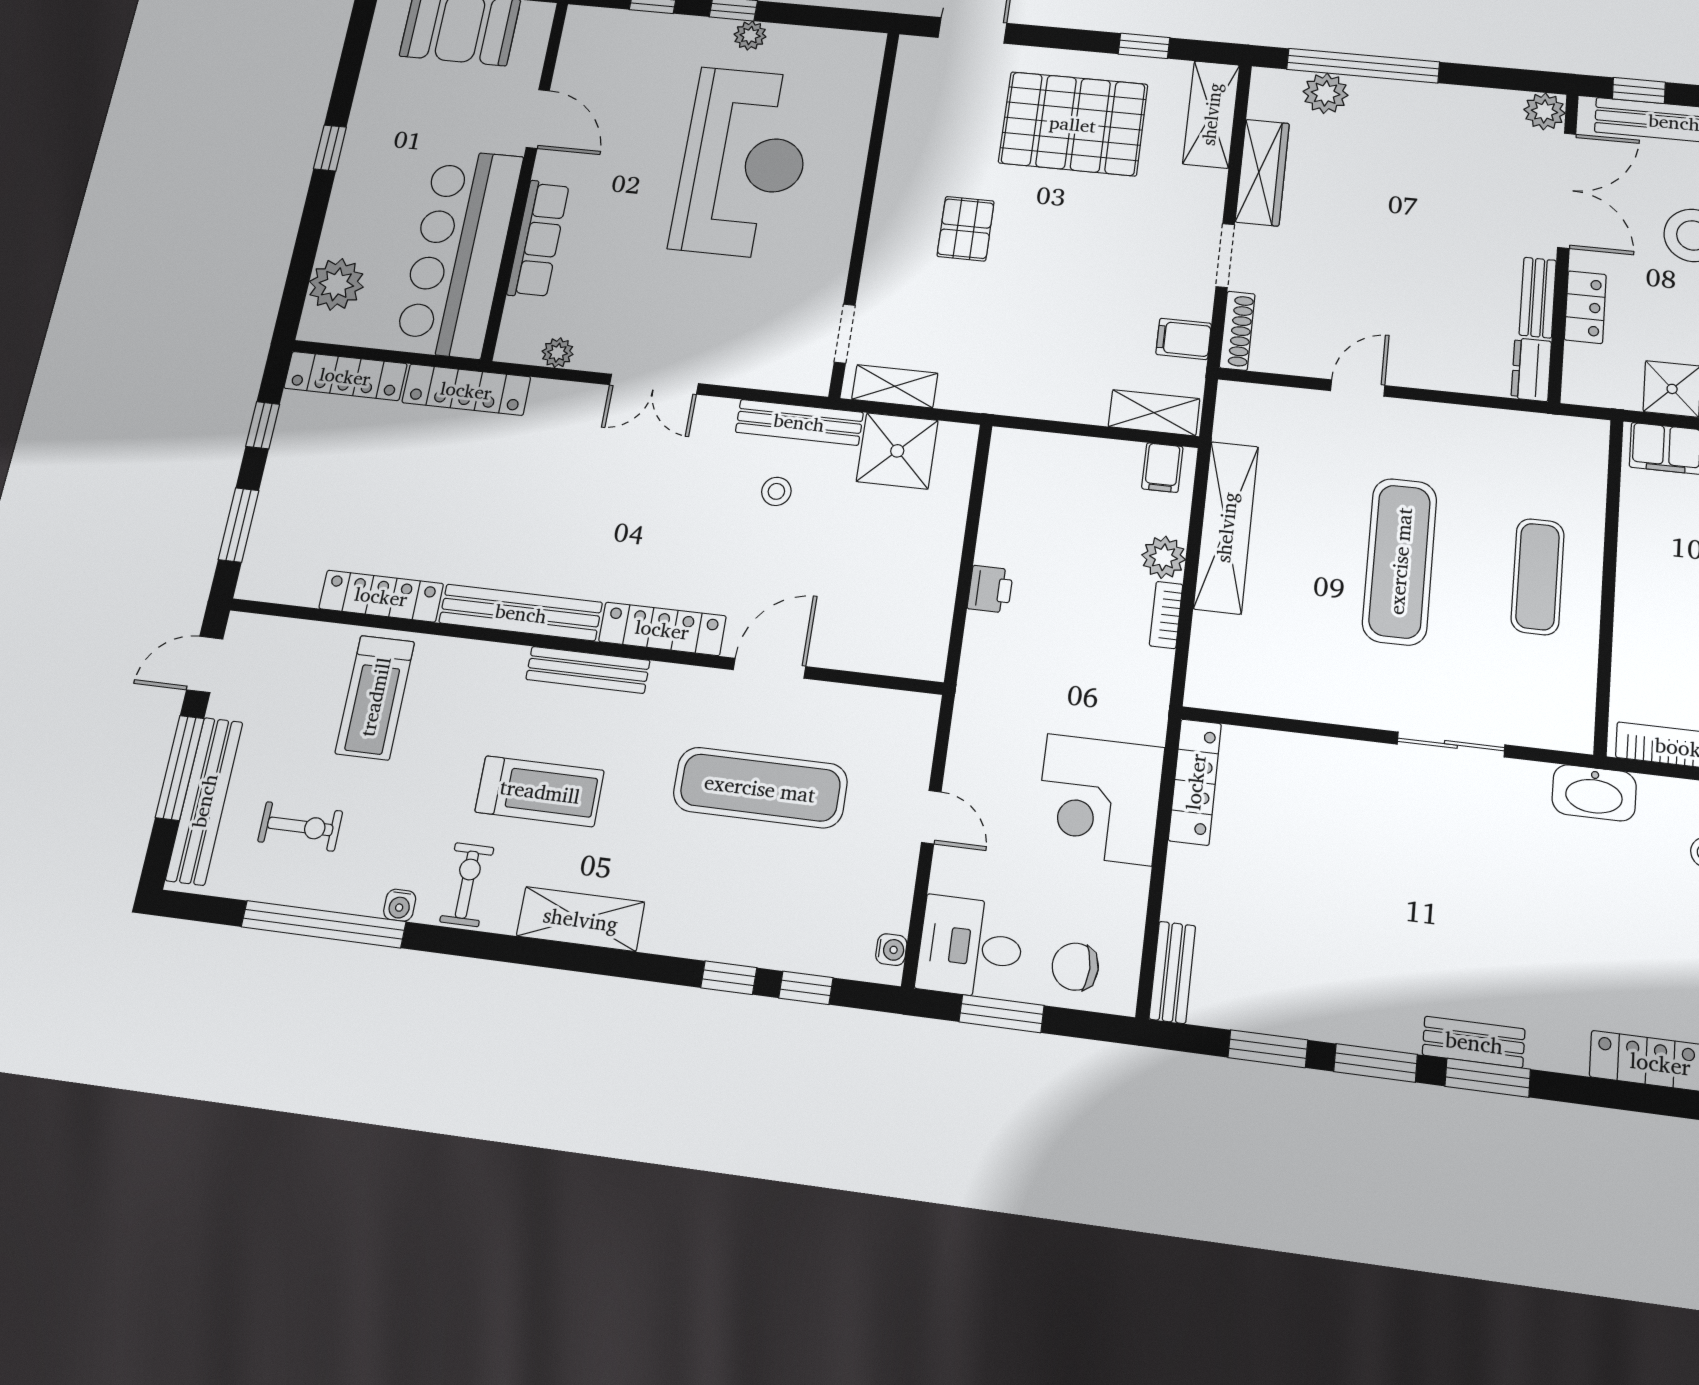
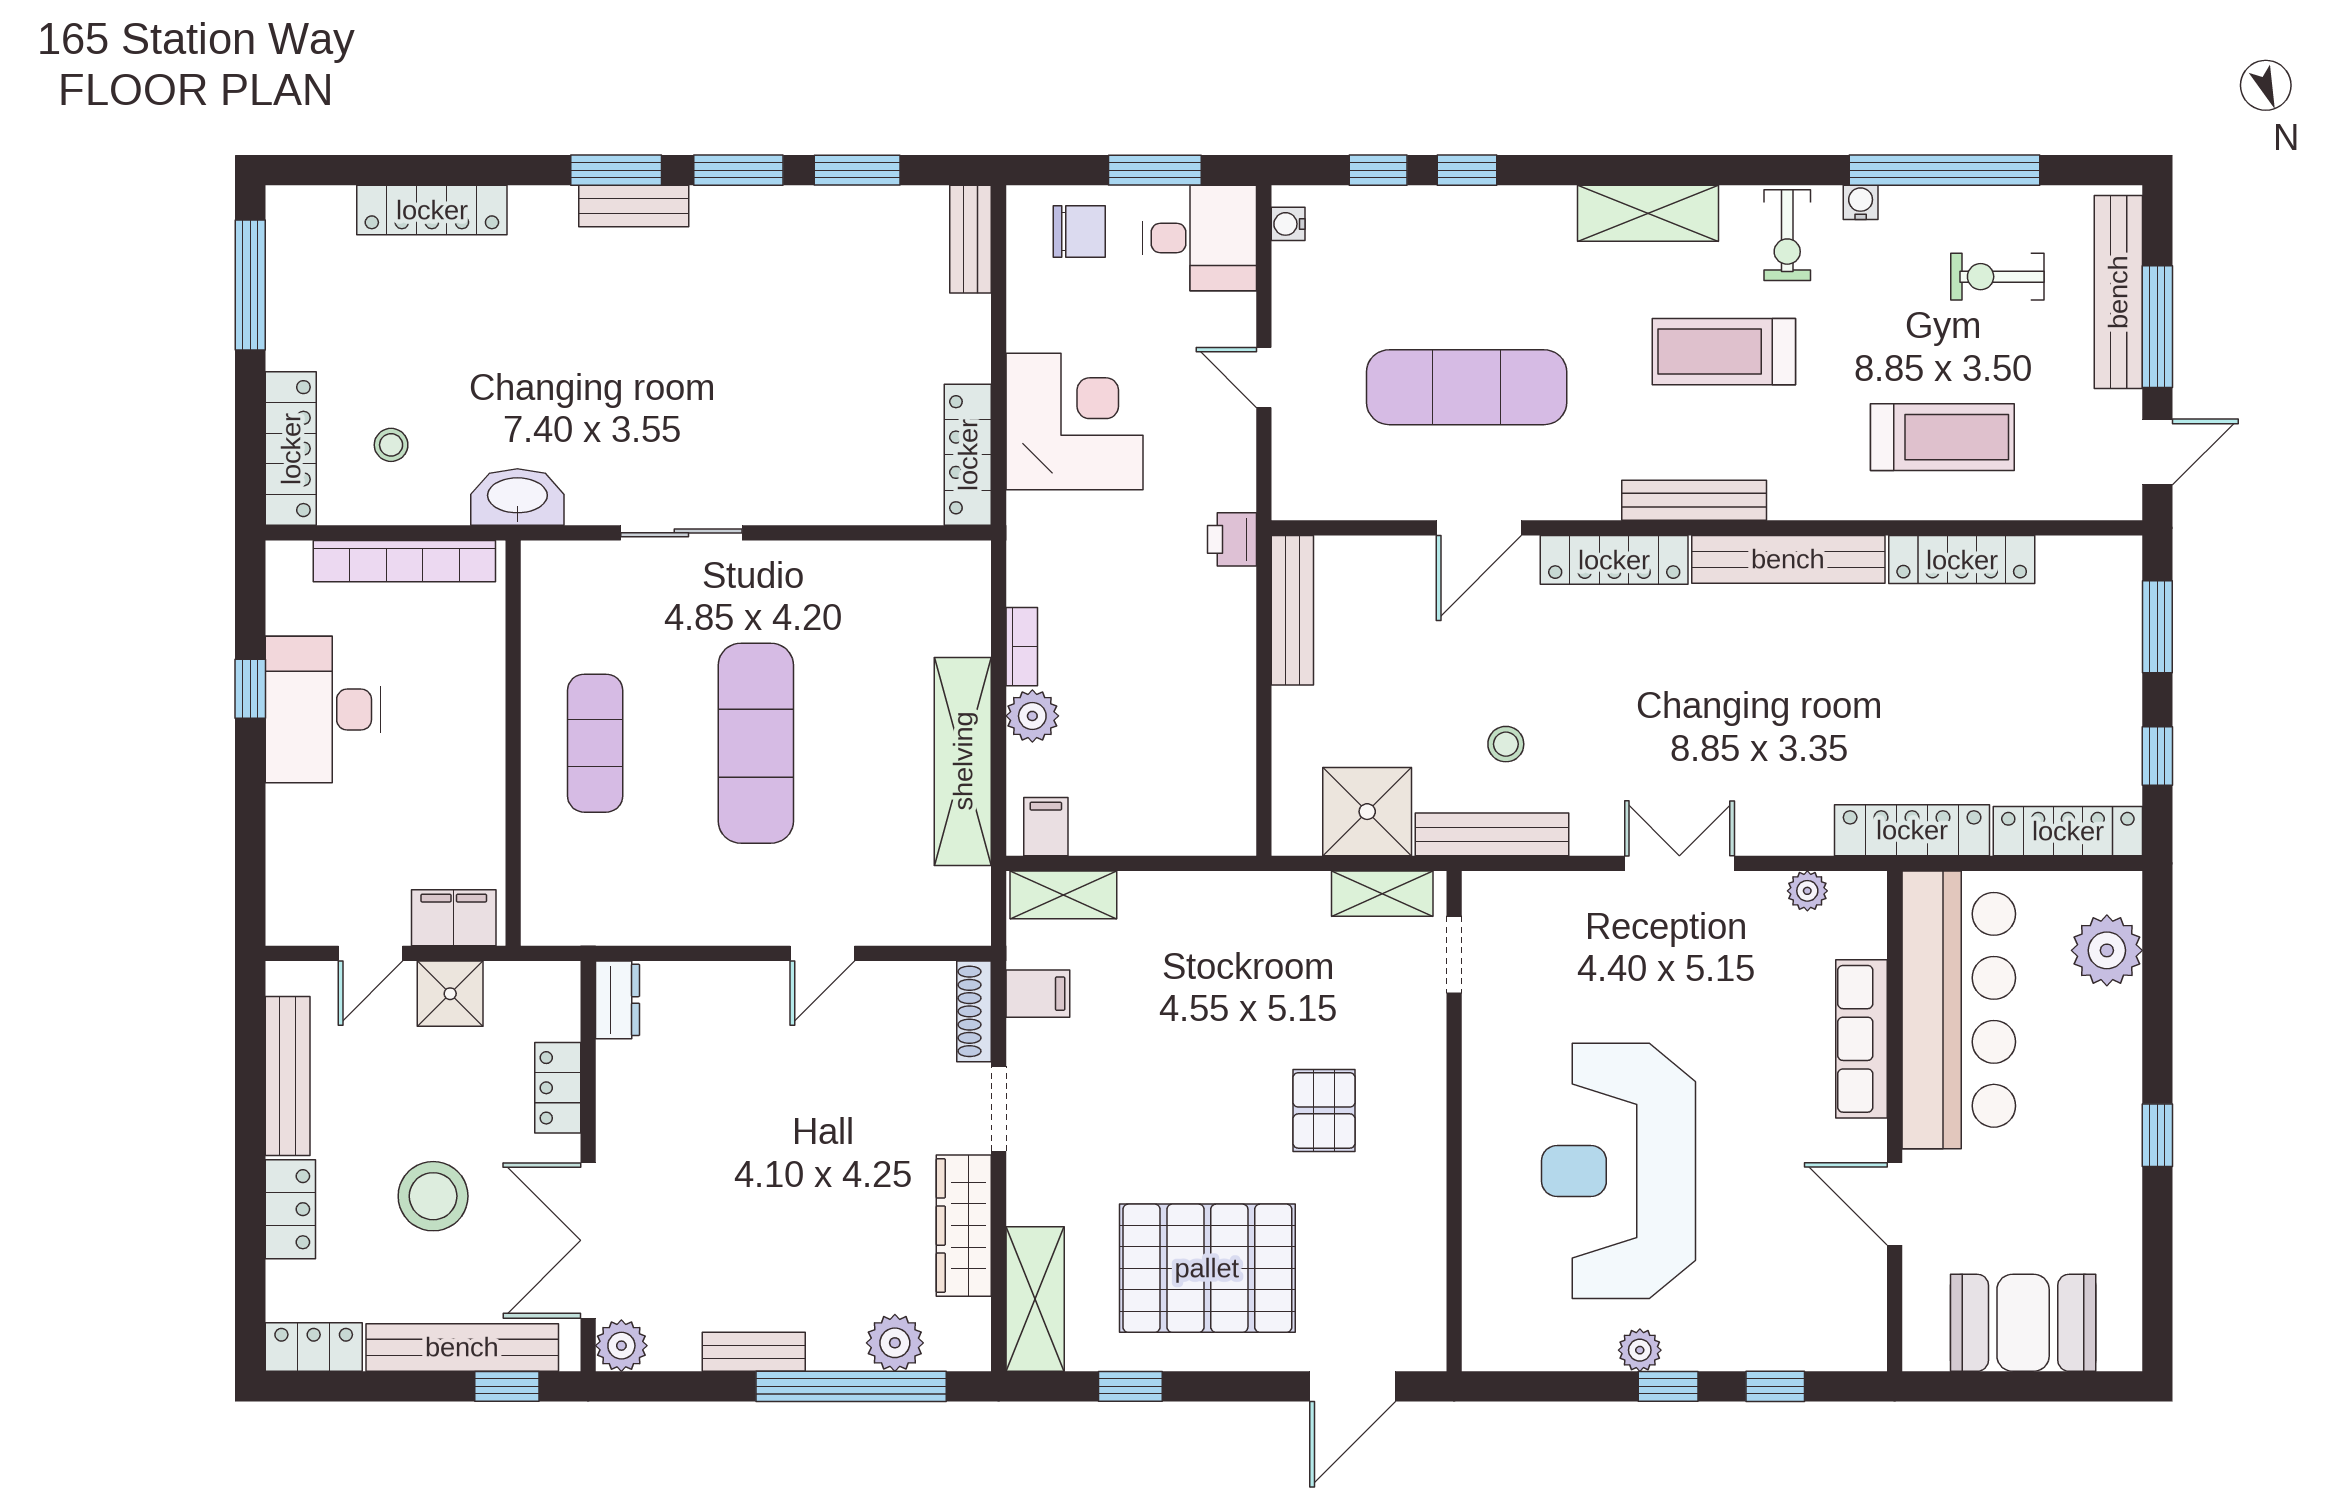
bench: (1538, 298) -> (754, 1352), moved, turned 90
printer: (990, 589) -> (1232, 539), moved
bench: (935, 619) -> (1292, 610), added
treadmill: (375, 697) -> (1942, 437), turned 90

